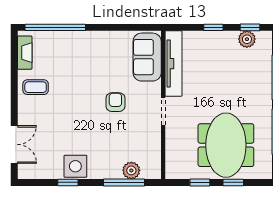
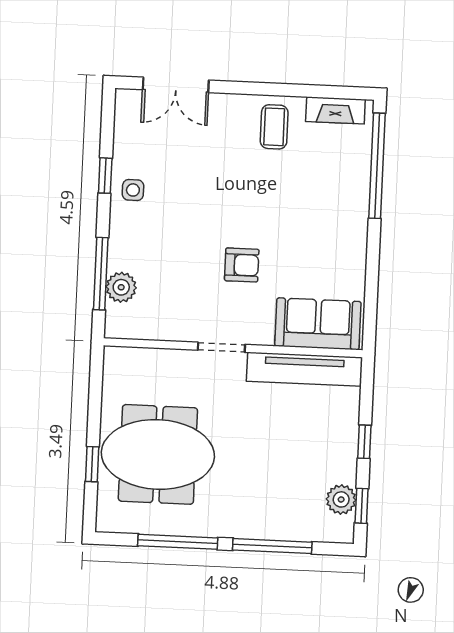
side table: (75, 166) -> (133, 190), width x0.54, depth x0.54
window: (200, 182) -> (95, 406), removed

